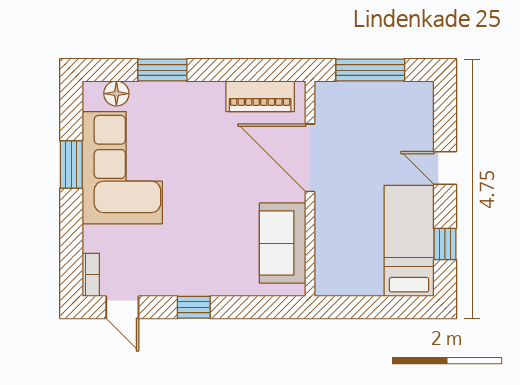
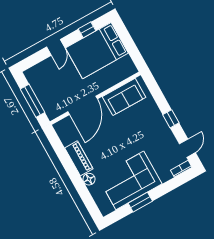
window: (162, 70) -> (80, 186), removed
floor lamp: (116, 94) -> (89, 179), moved
piano: (260, 96) -> (79, 158), moved
bed: (409, 241) -> (97, 51), width x1.50

